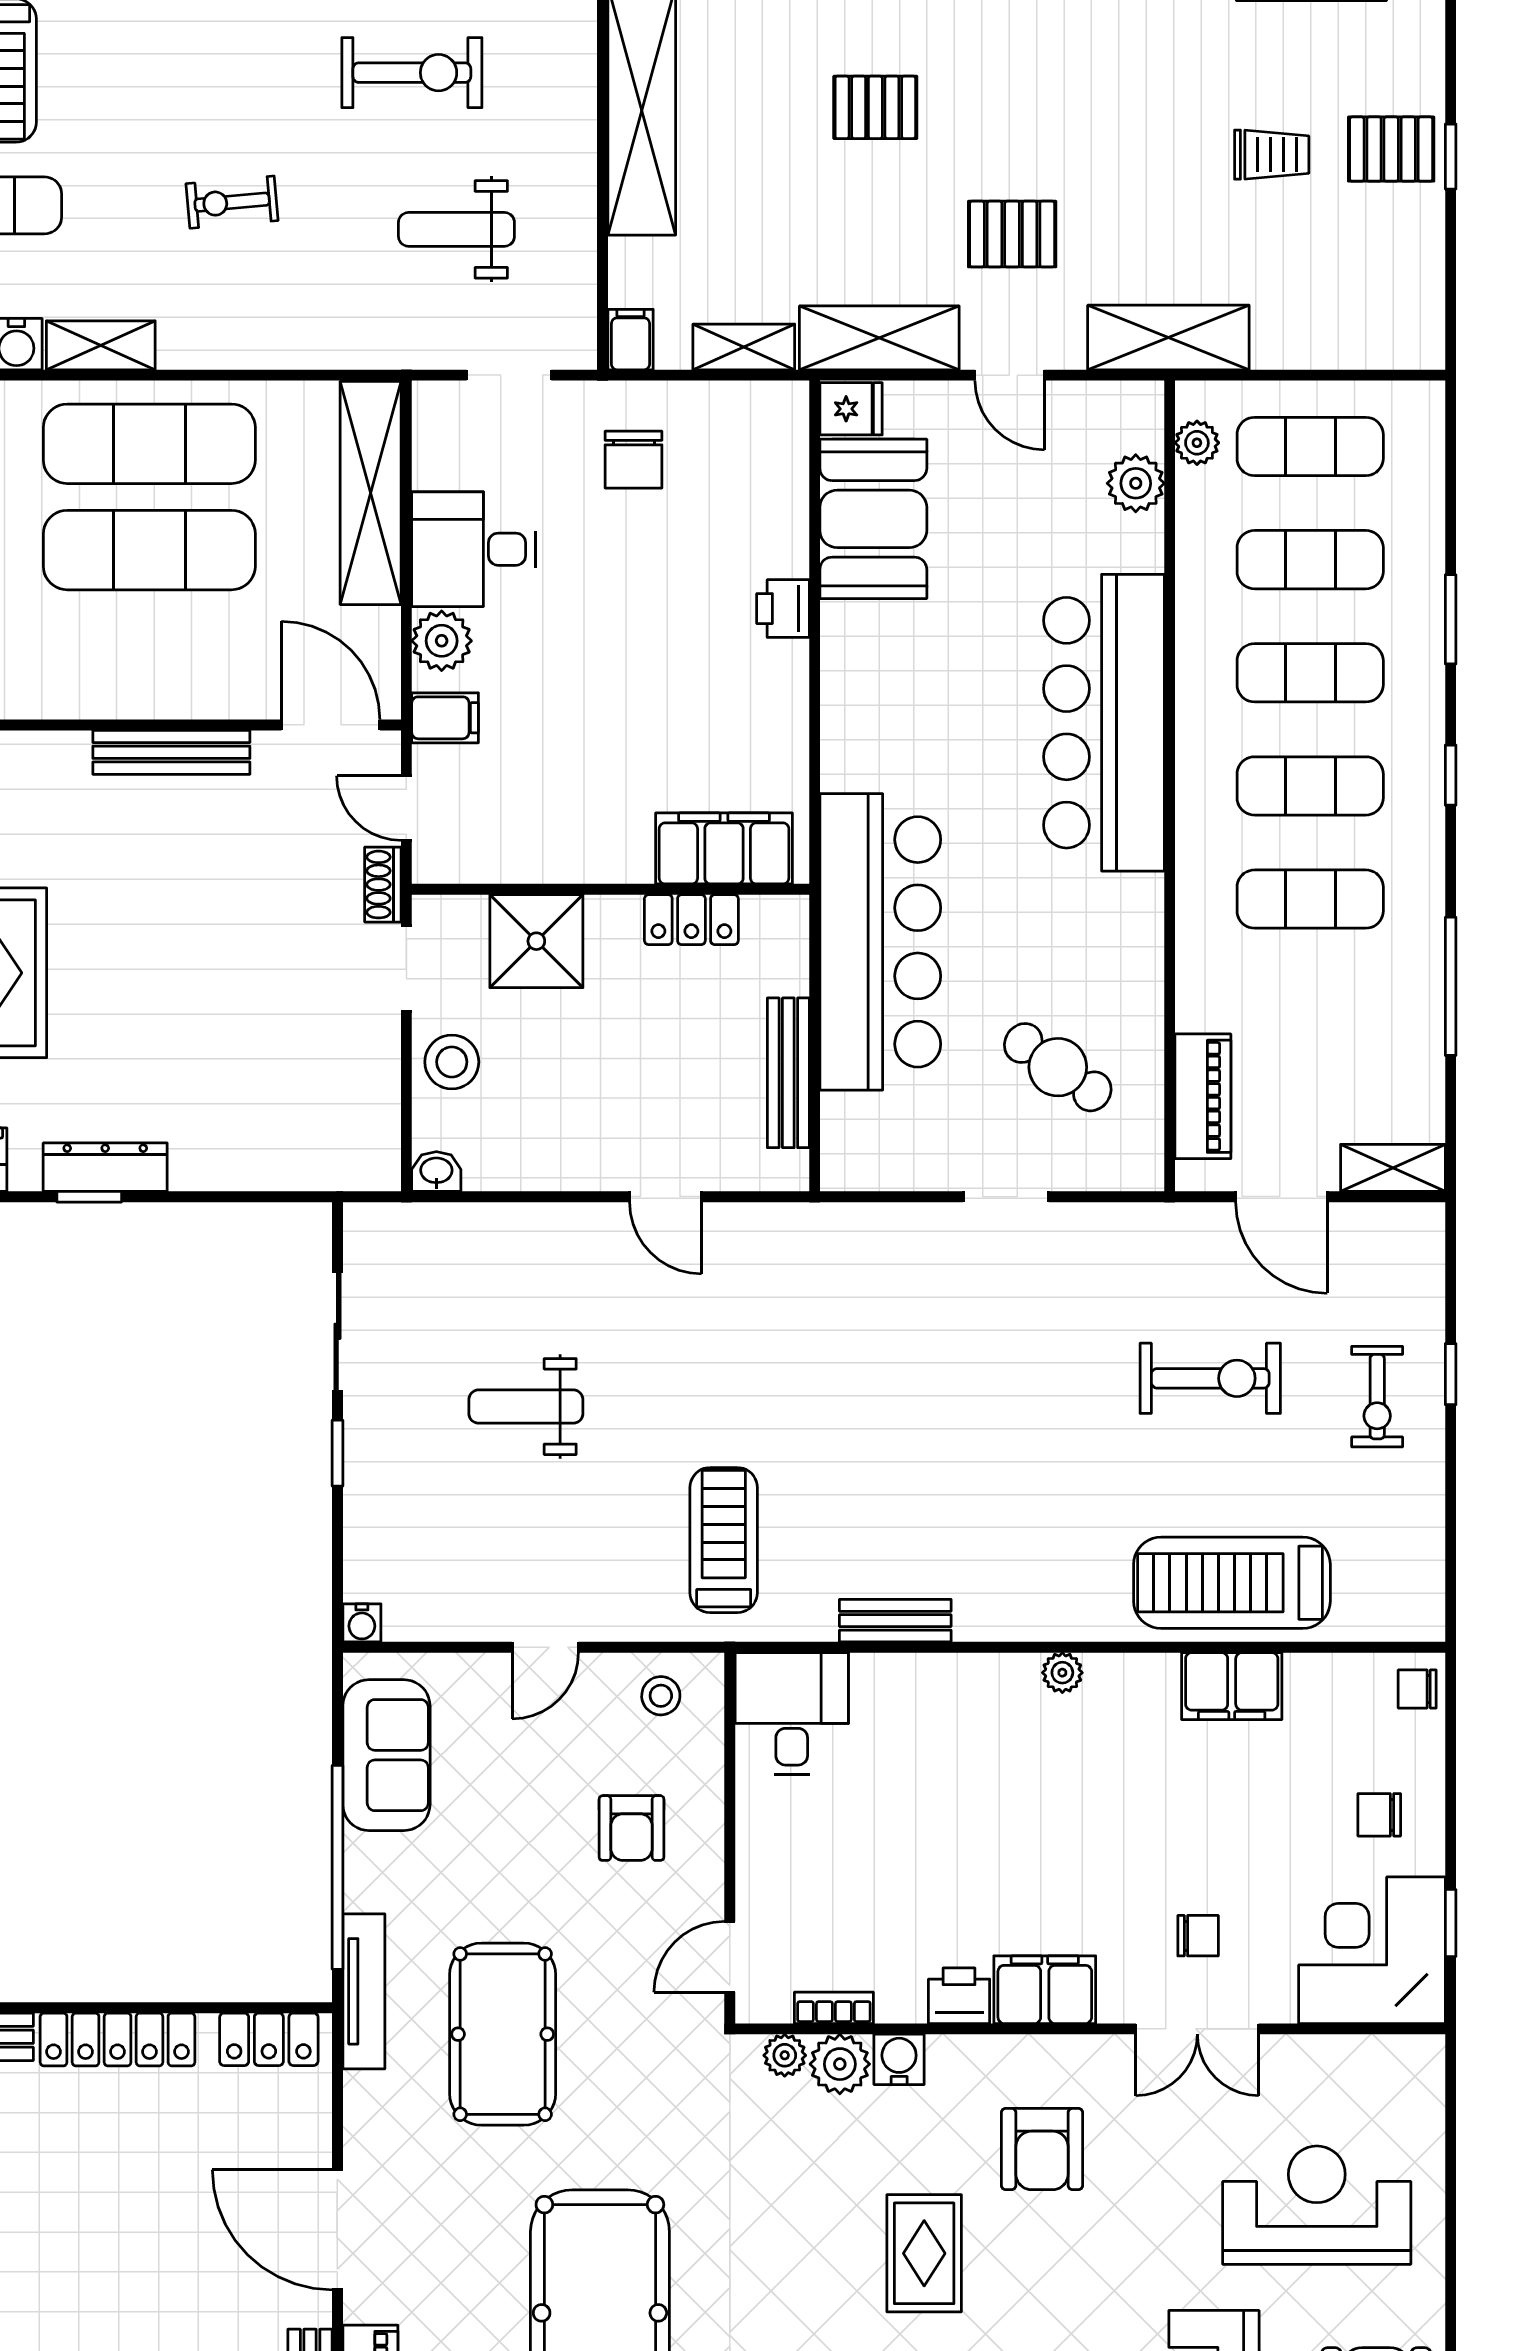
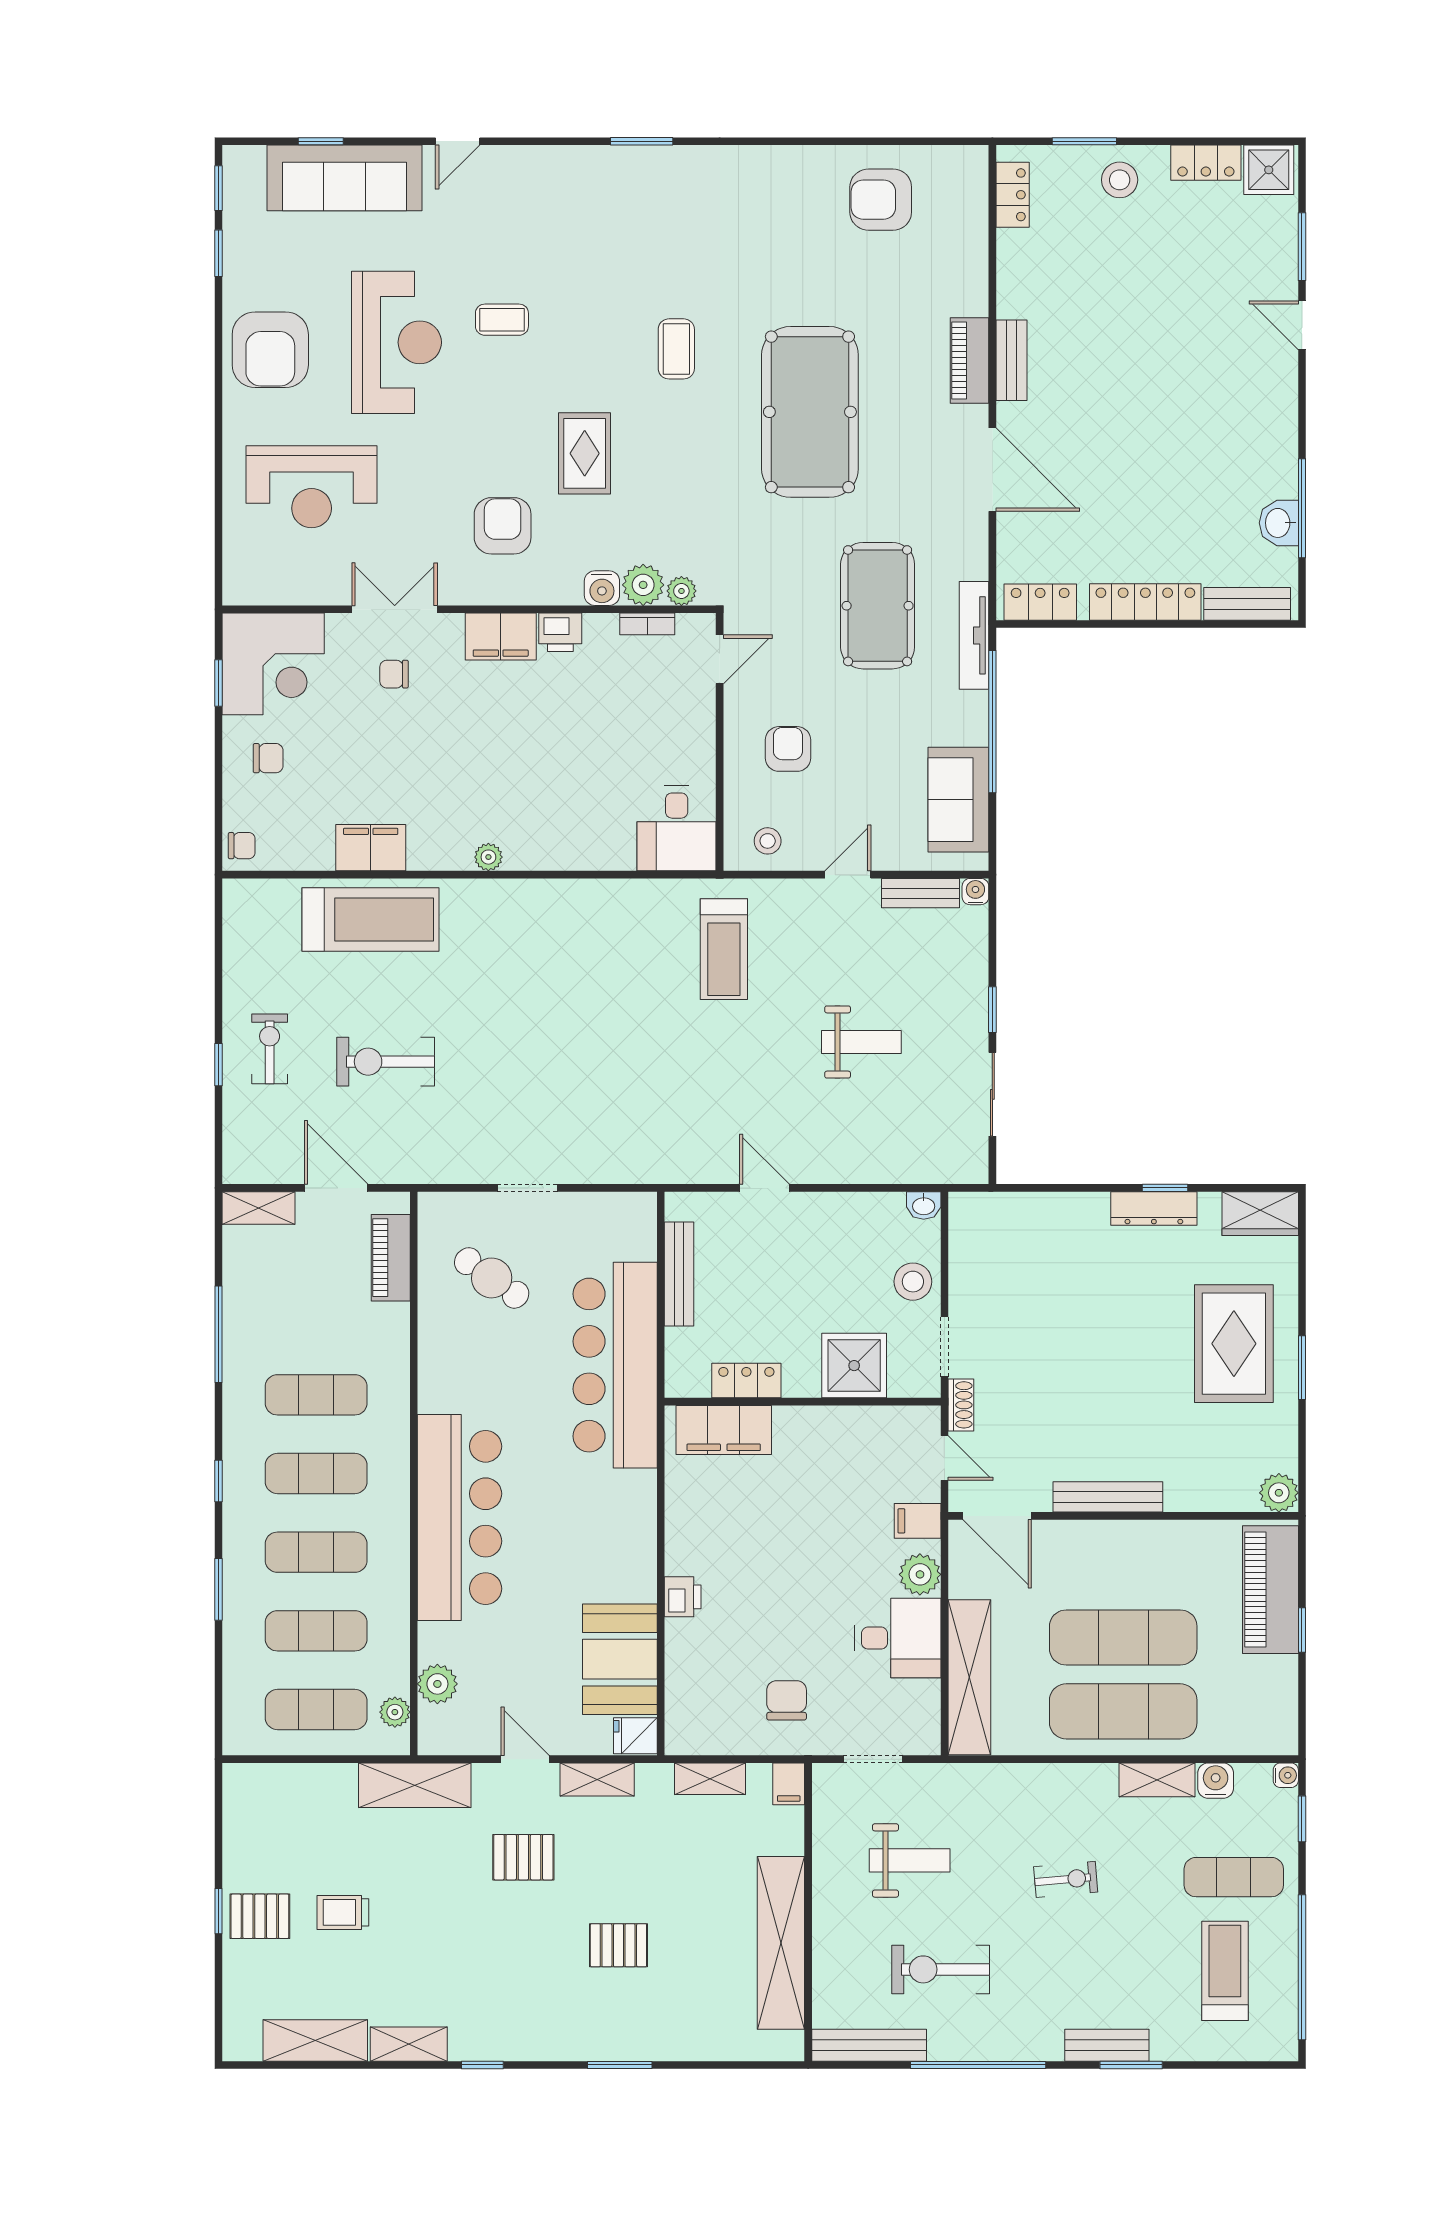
shelving: (879, 338) -> (597, 1779), width x0.67, depth x0.75
bench: (895, 1621) -> (920, 893), moved

